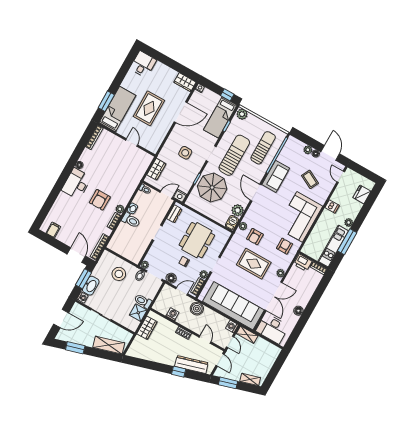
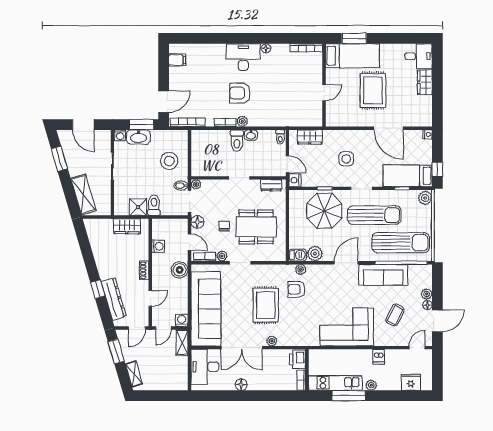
wardrobe: (185, 82) -> (425, 82), moved
rug: (149, 108) -> (373, 90), turned 90
sun lounger: (263, 148) -> (401, 243), width x1.36, depth x1.34
sofa: (276, 176) -> (383, 275), width x1.36
armchair: (285, 246) -> (304, 328), removed

